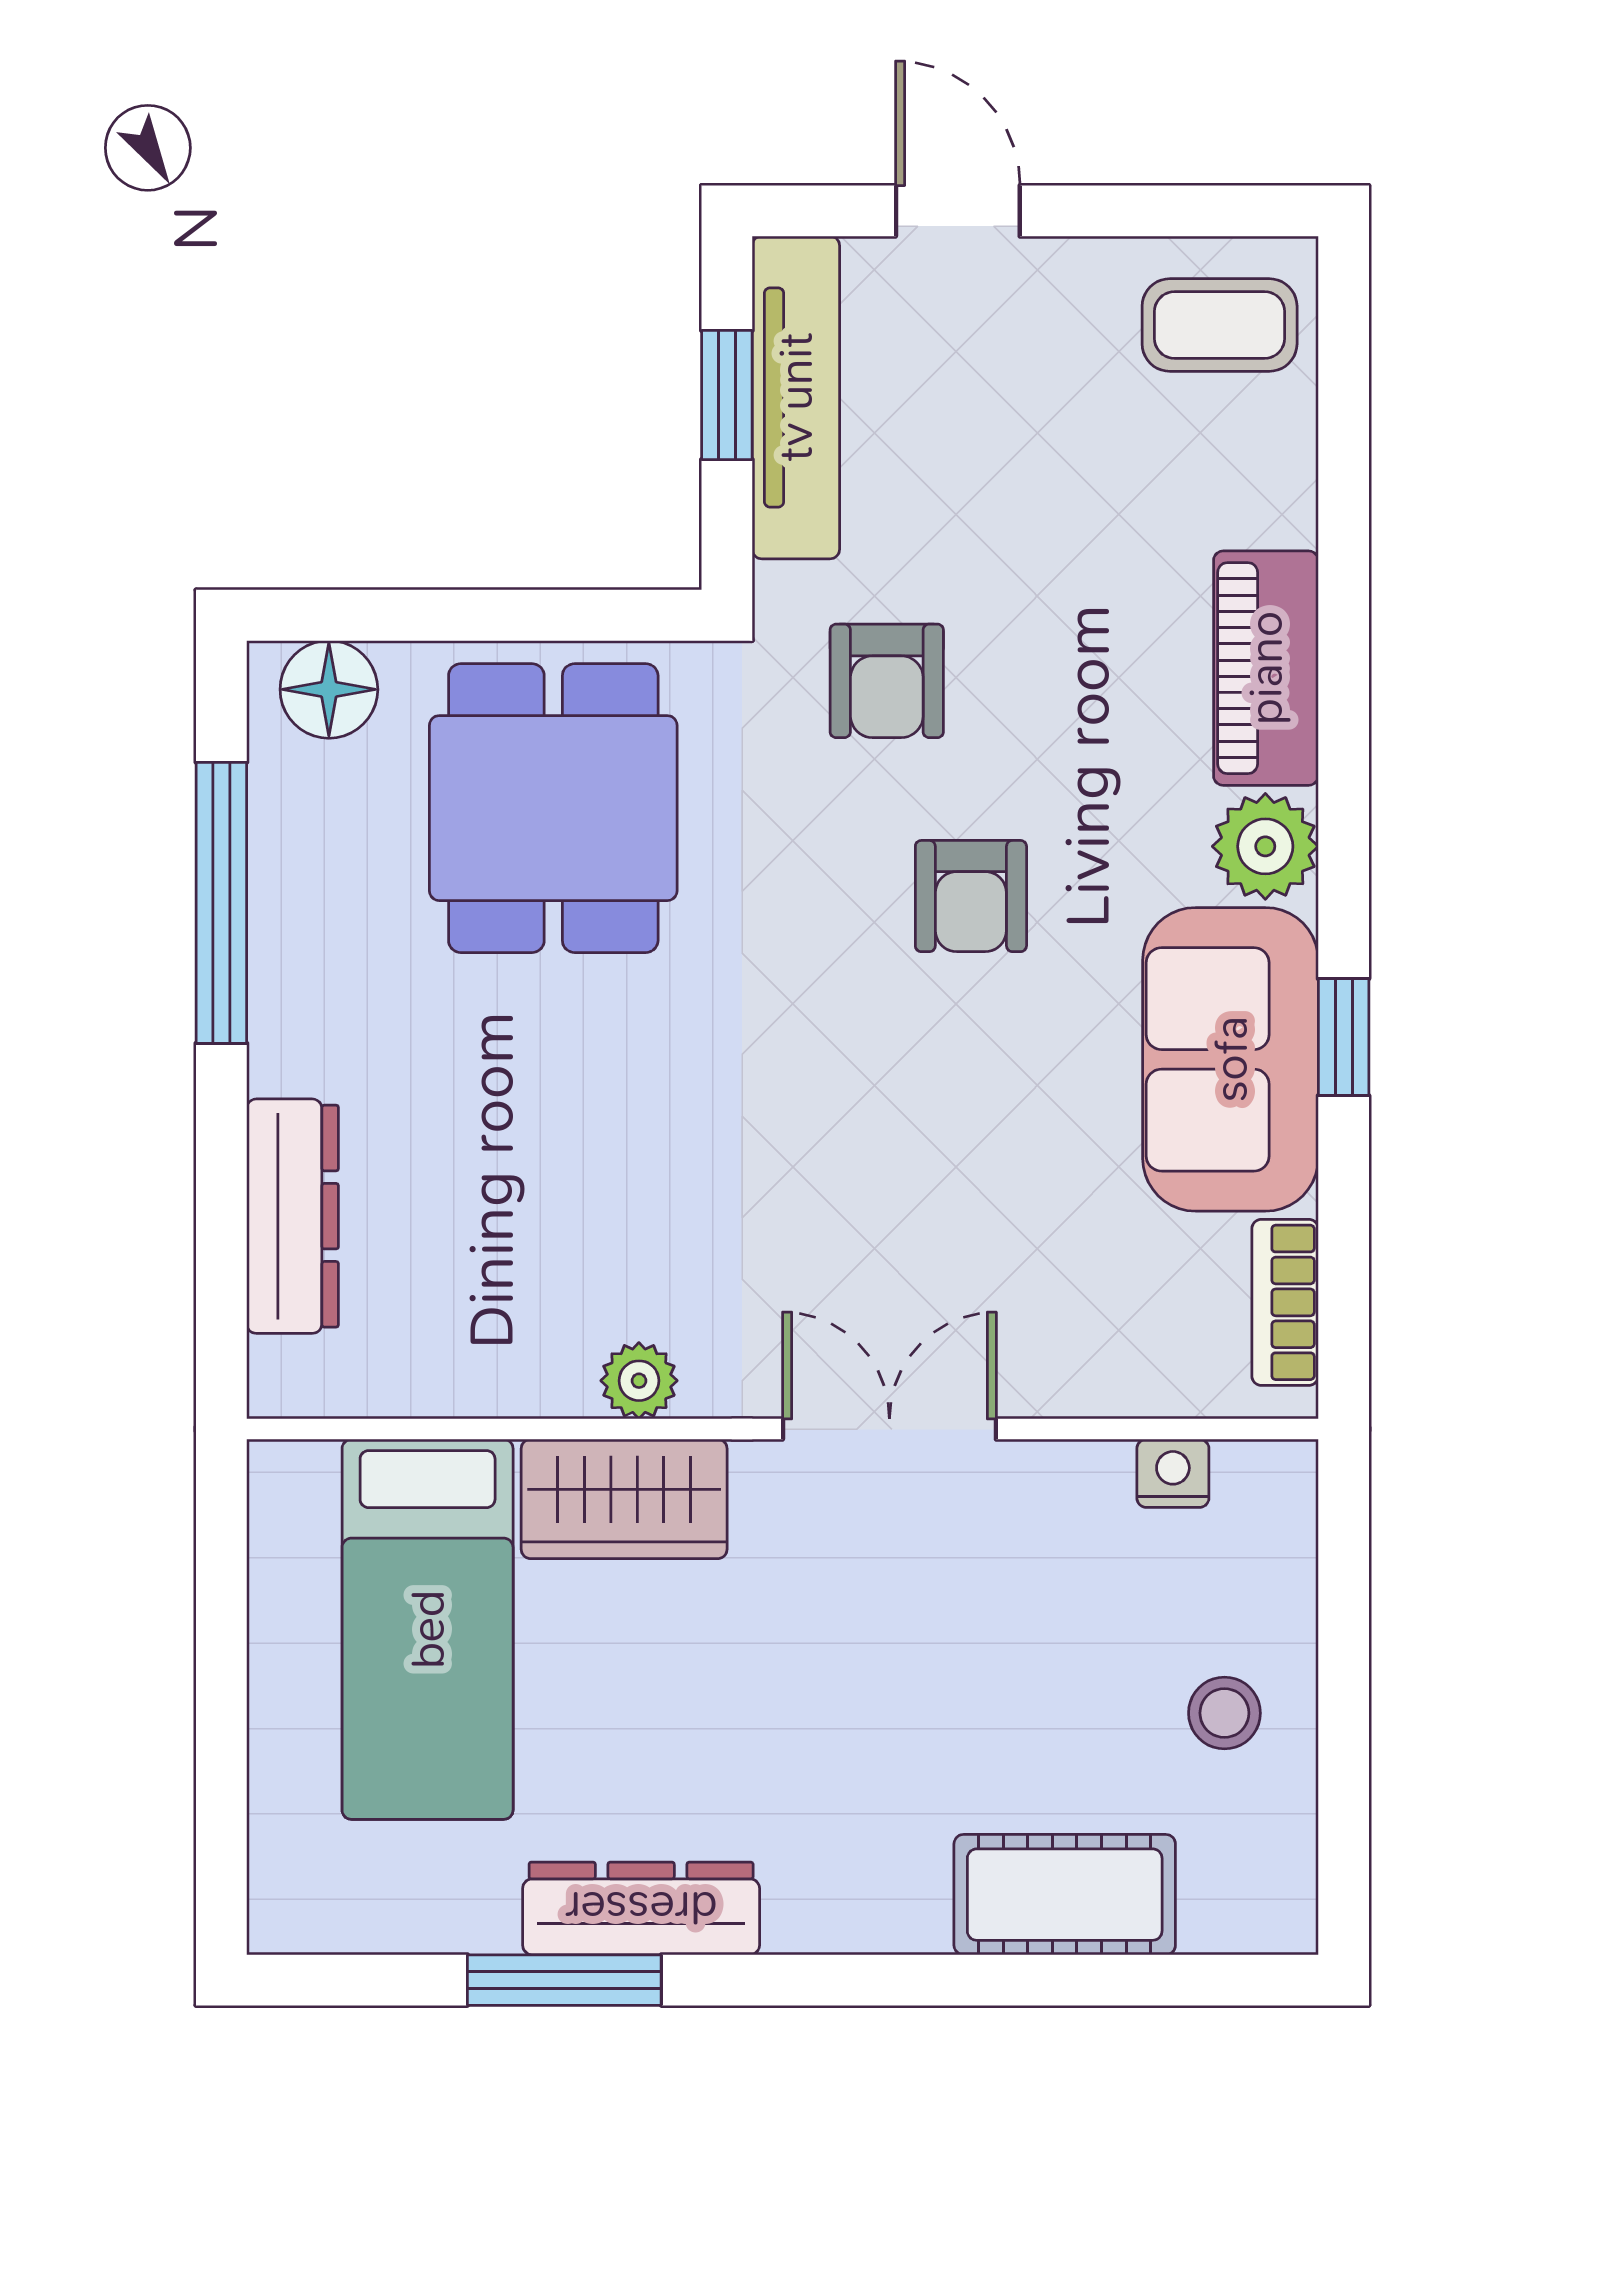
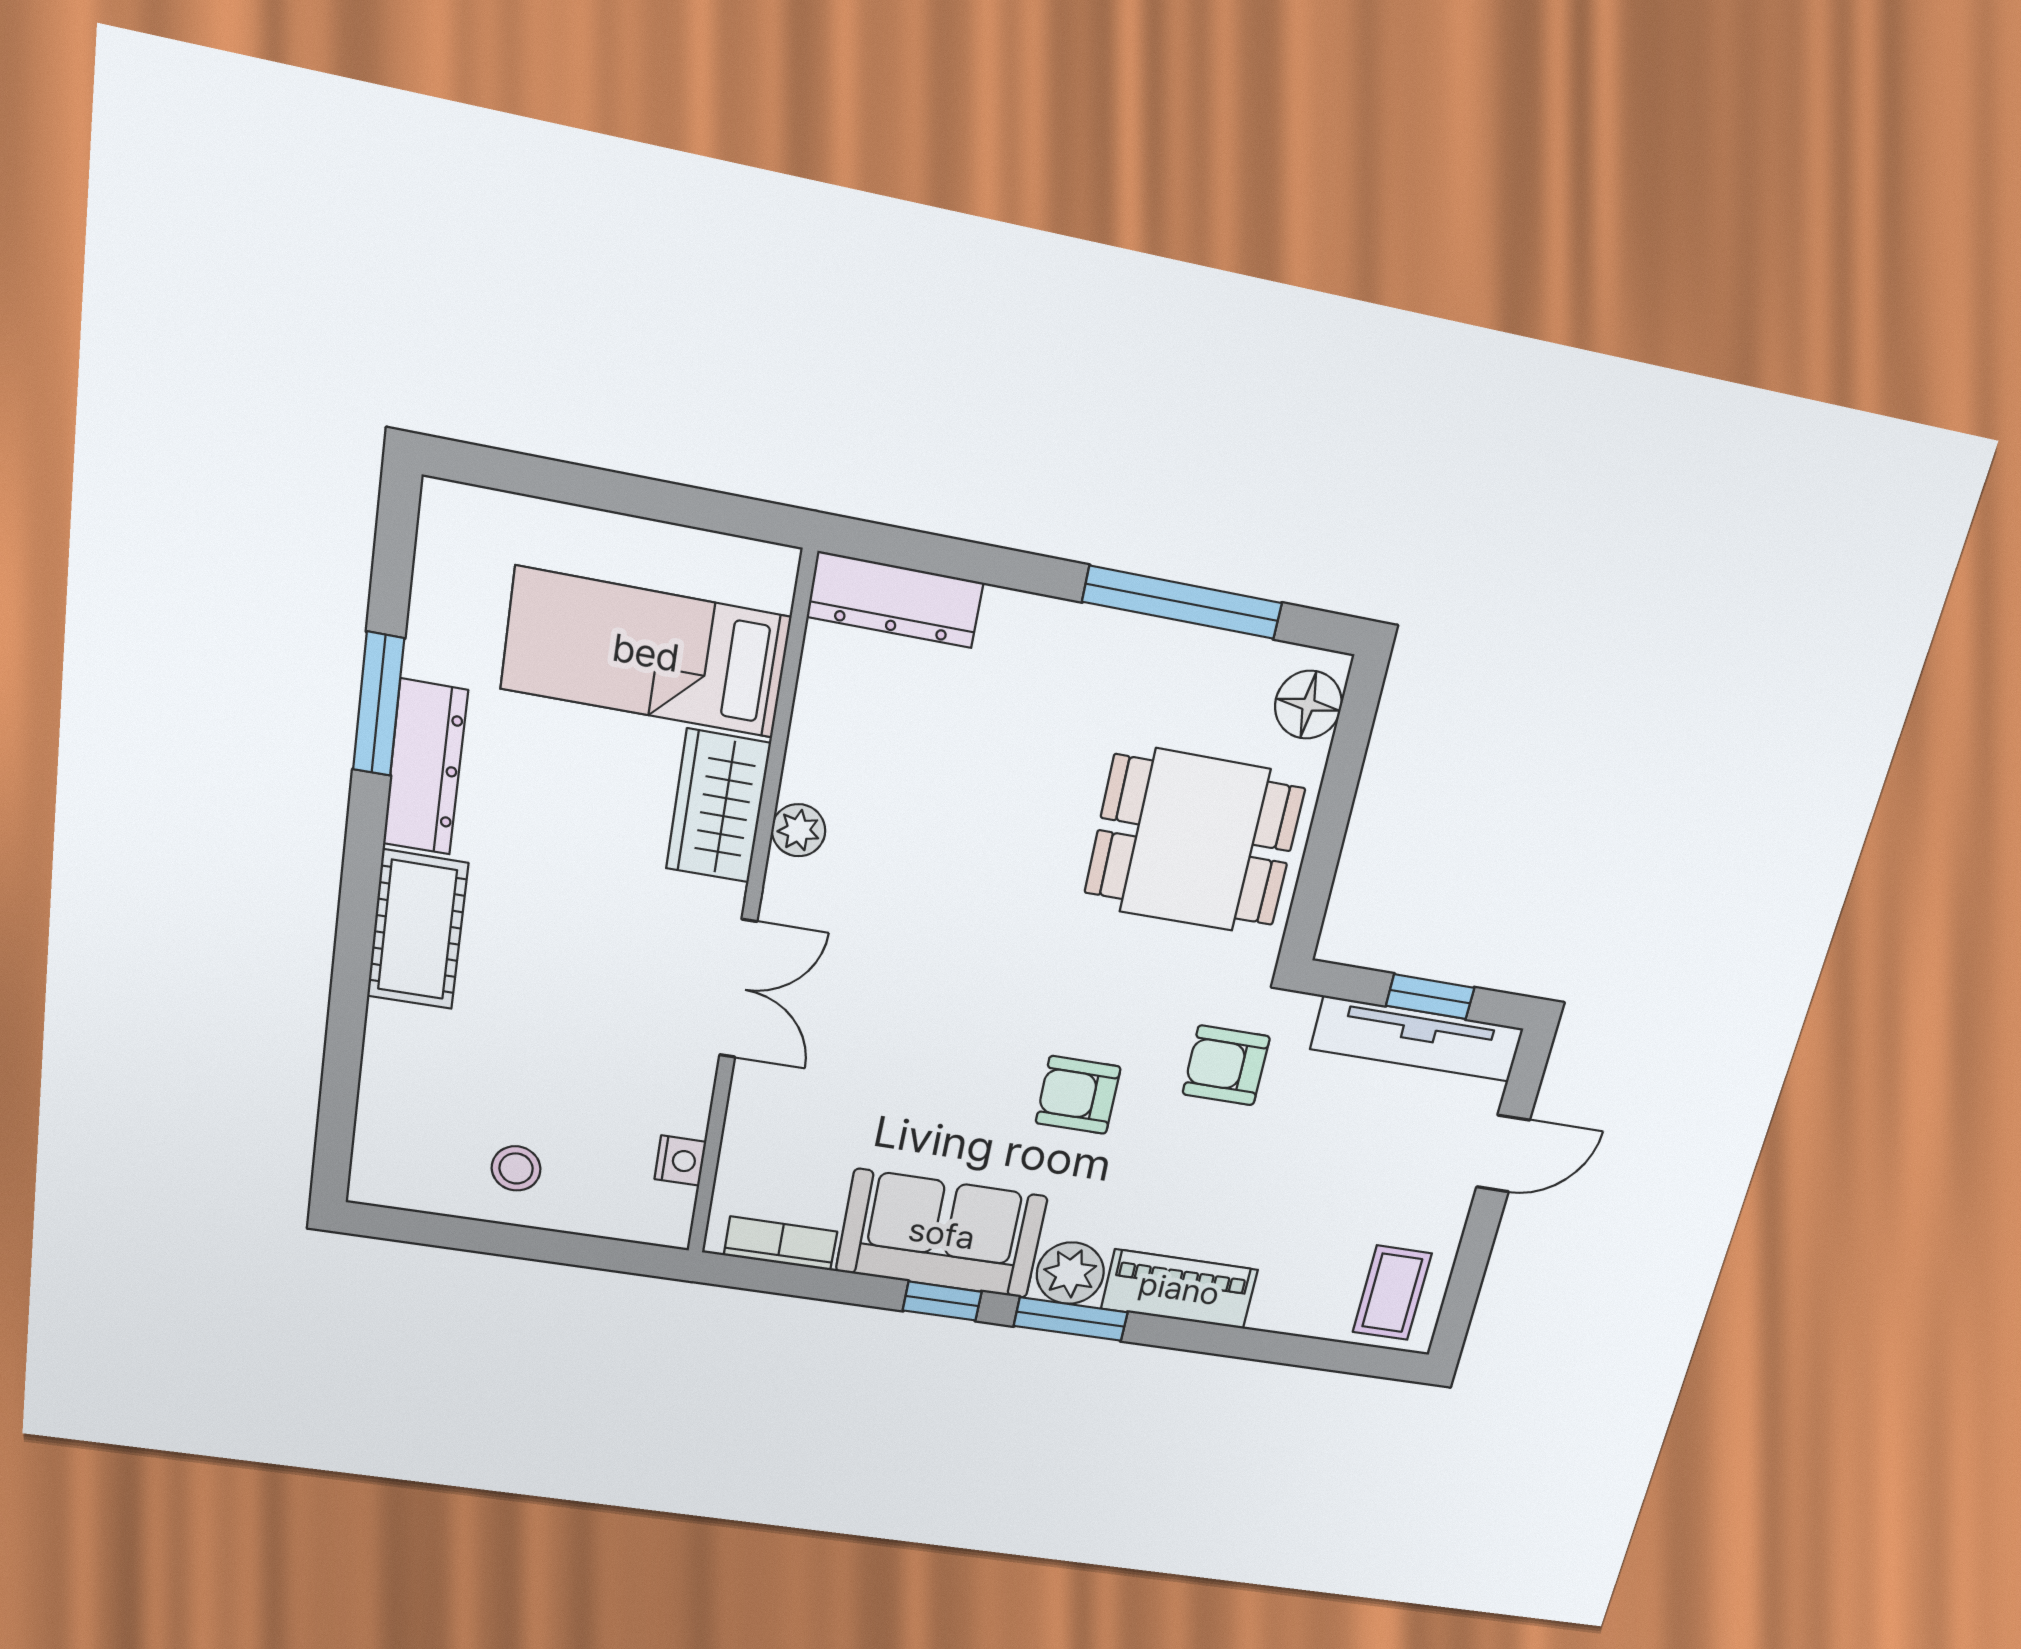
window: (1344, 829) -> (1071, 1319), added
dresser: (293, 1216) -> (895, 600), moved
cot: (1065, 1895) -> (417, 930), moved

